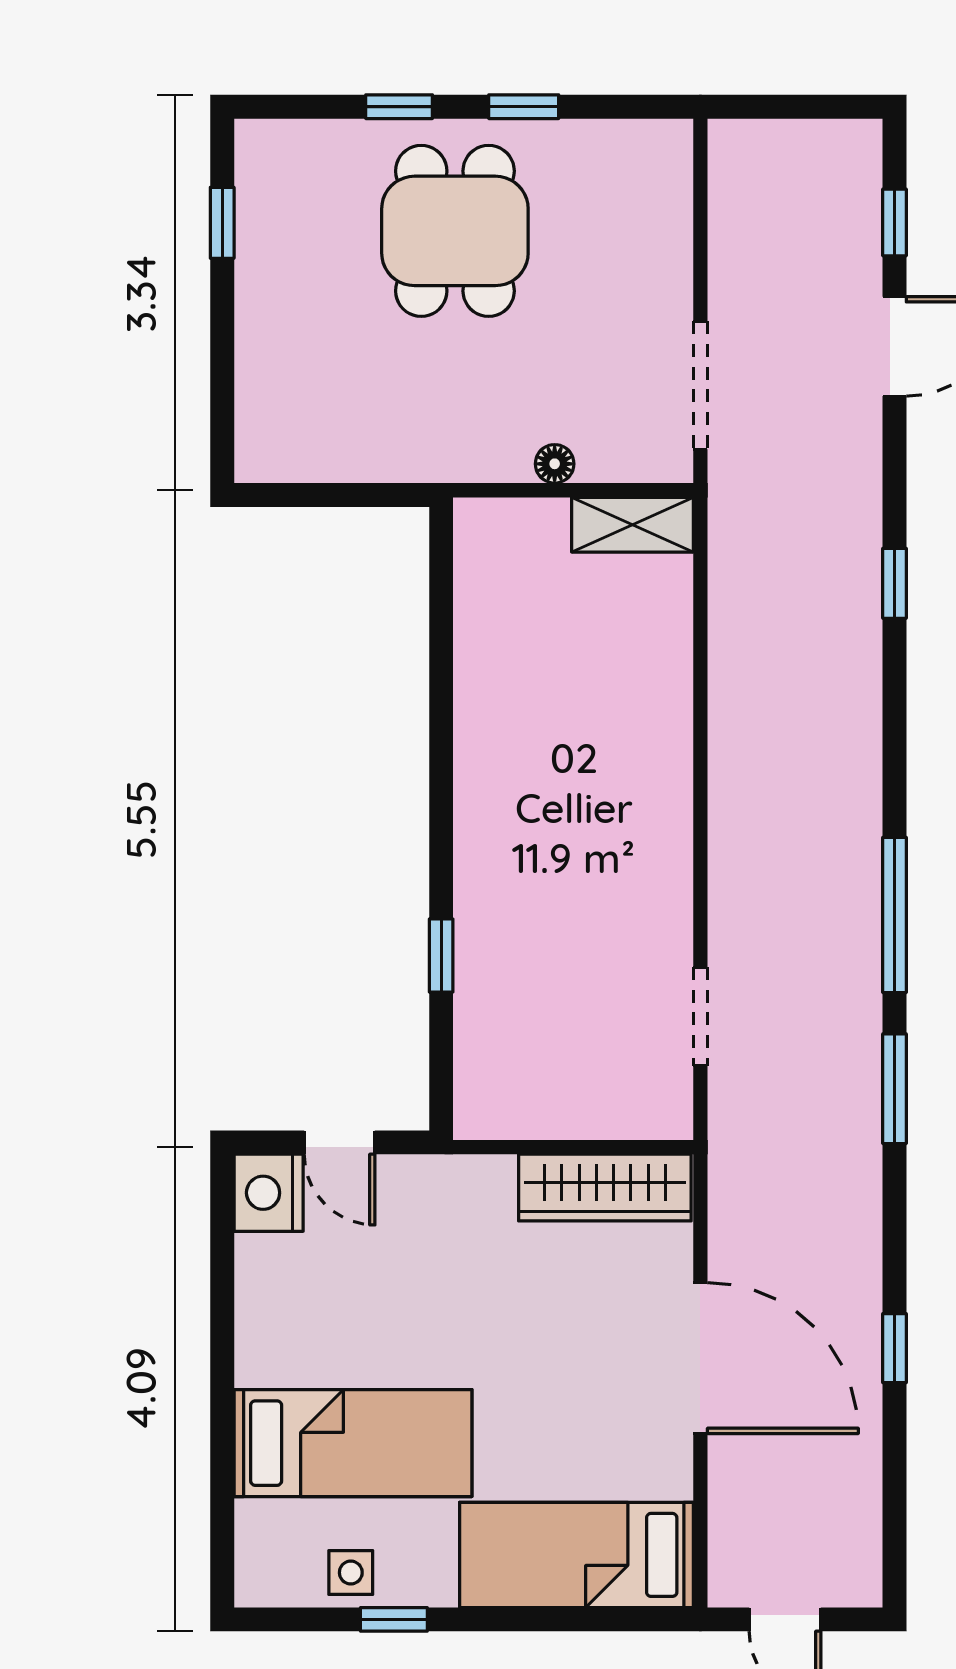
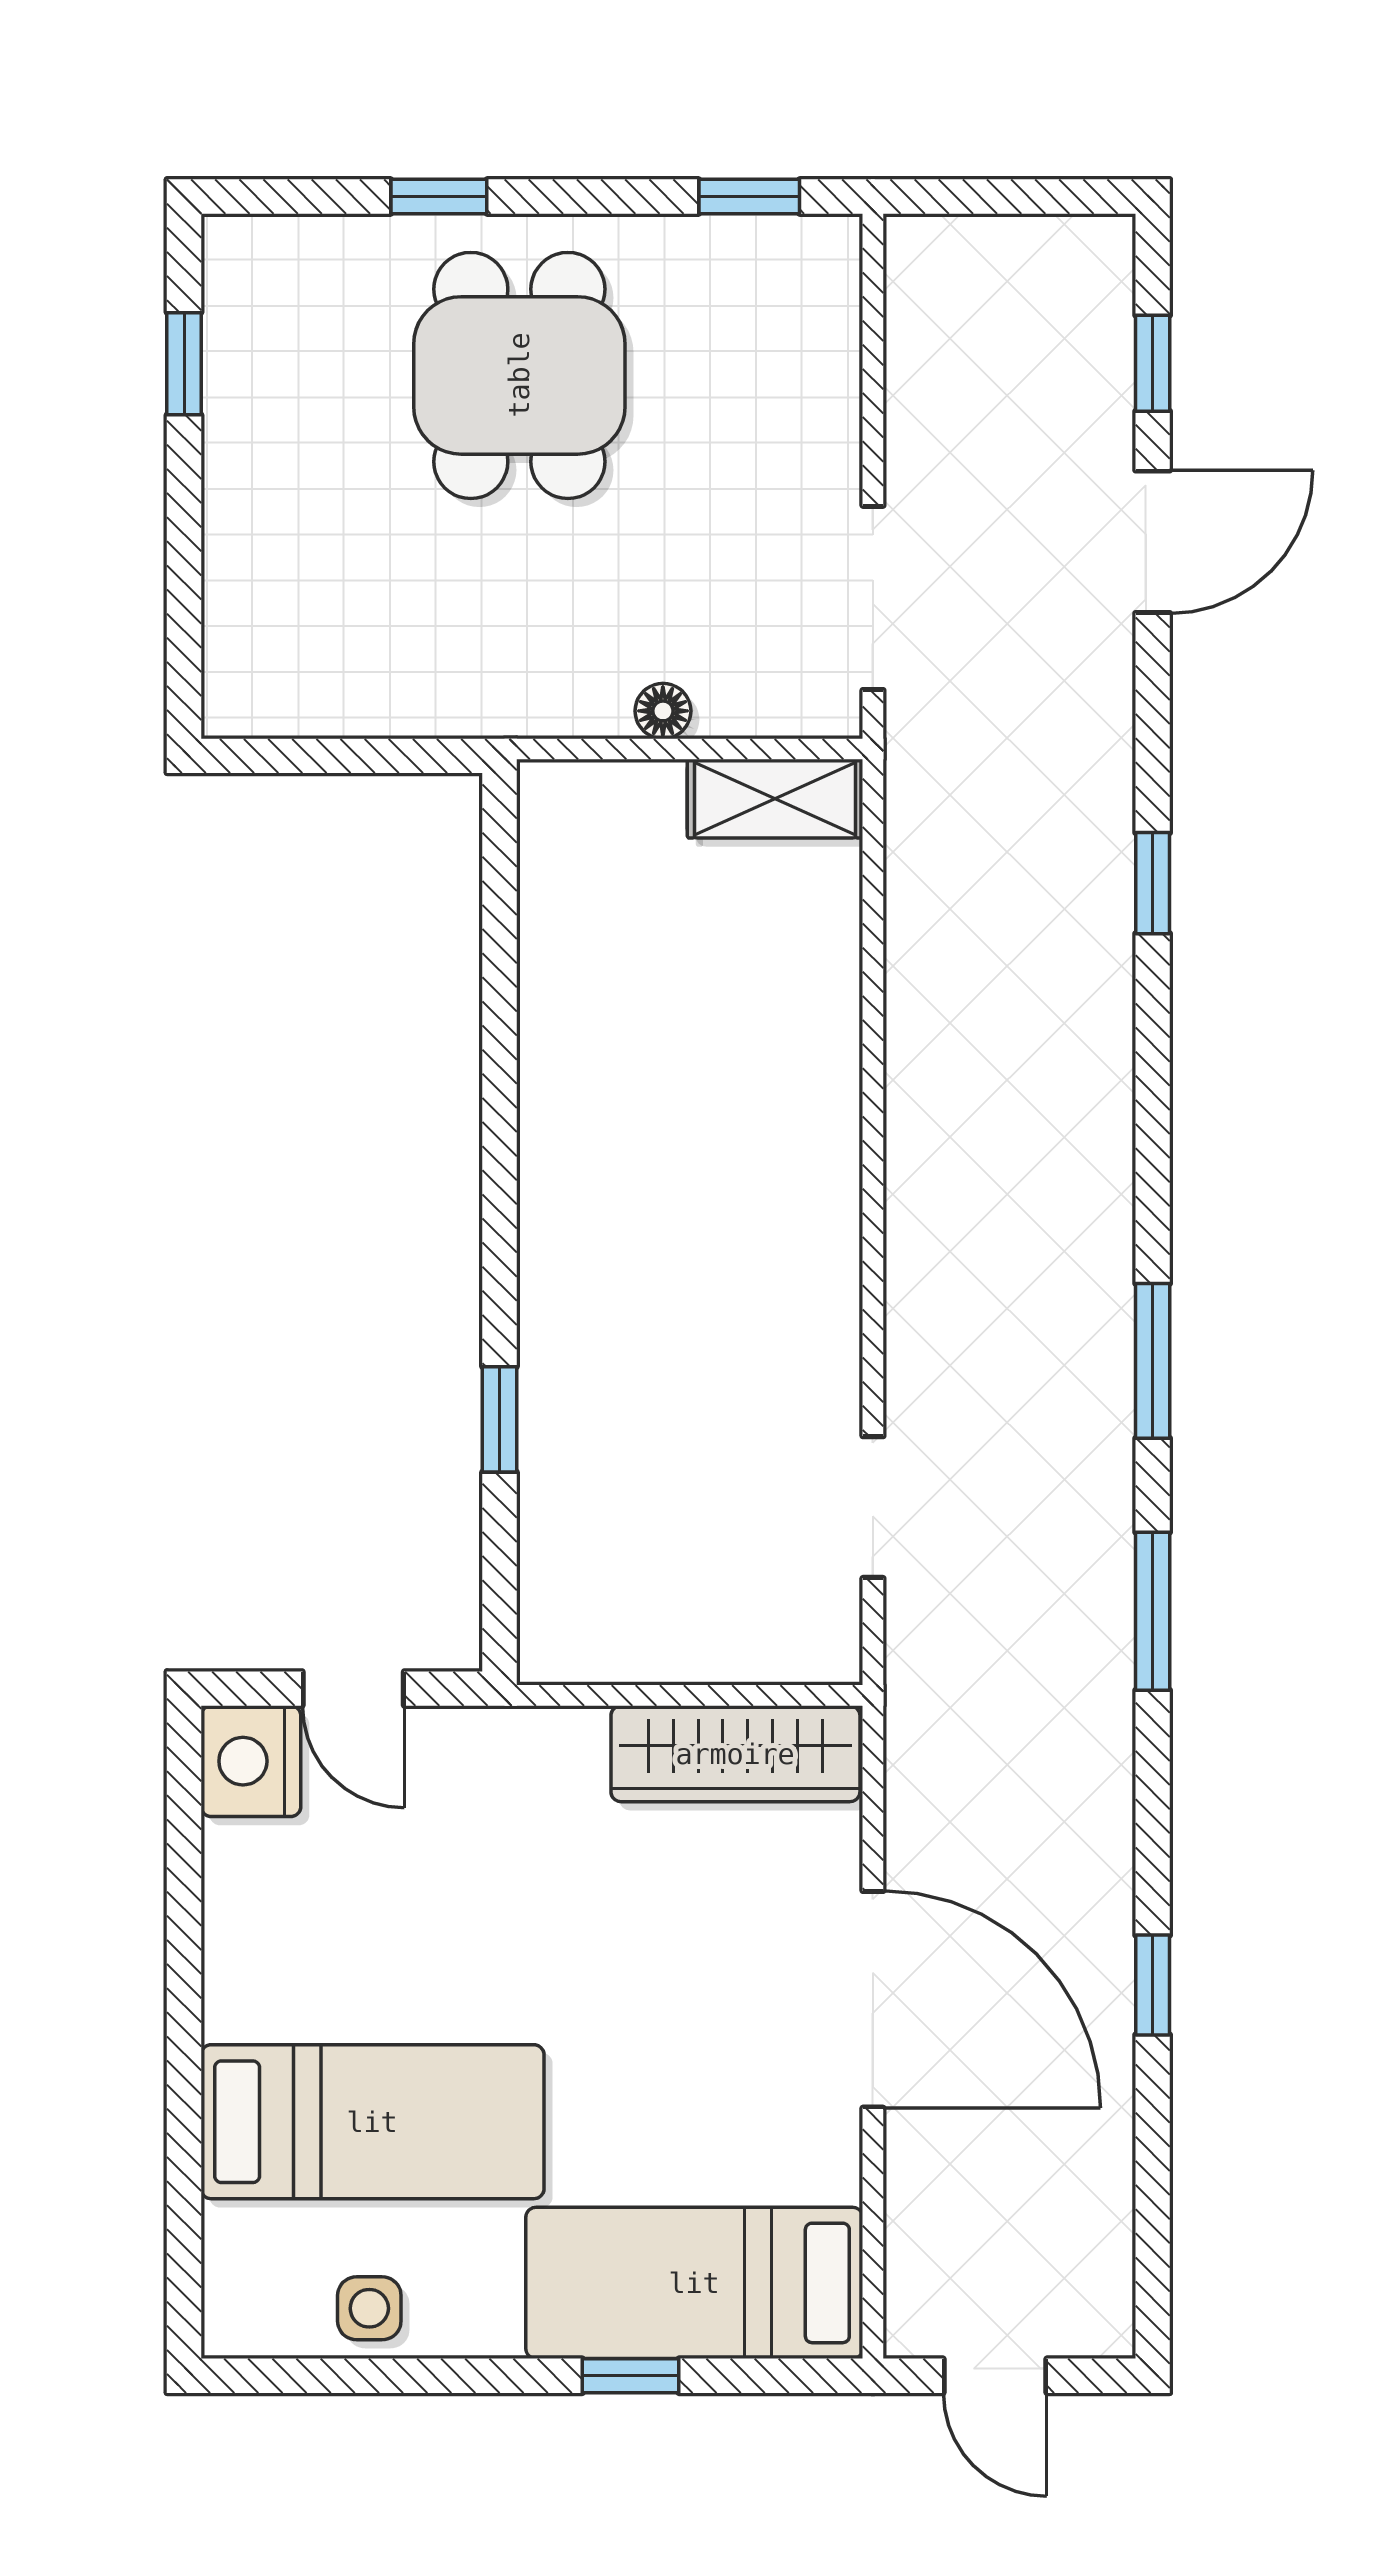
window: (524, 107) -> (749, 197), moved
window: (894, 915) -> (1153, 1361), width x0.69
window: (394, 1619) -> (631, 2376), moved

